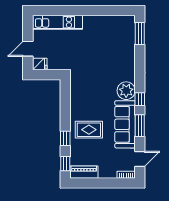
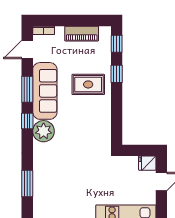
window: (140, 34) -> (27, 184), moved
piano: (84, 172) -> (82, 34), moved

